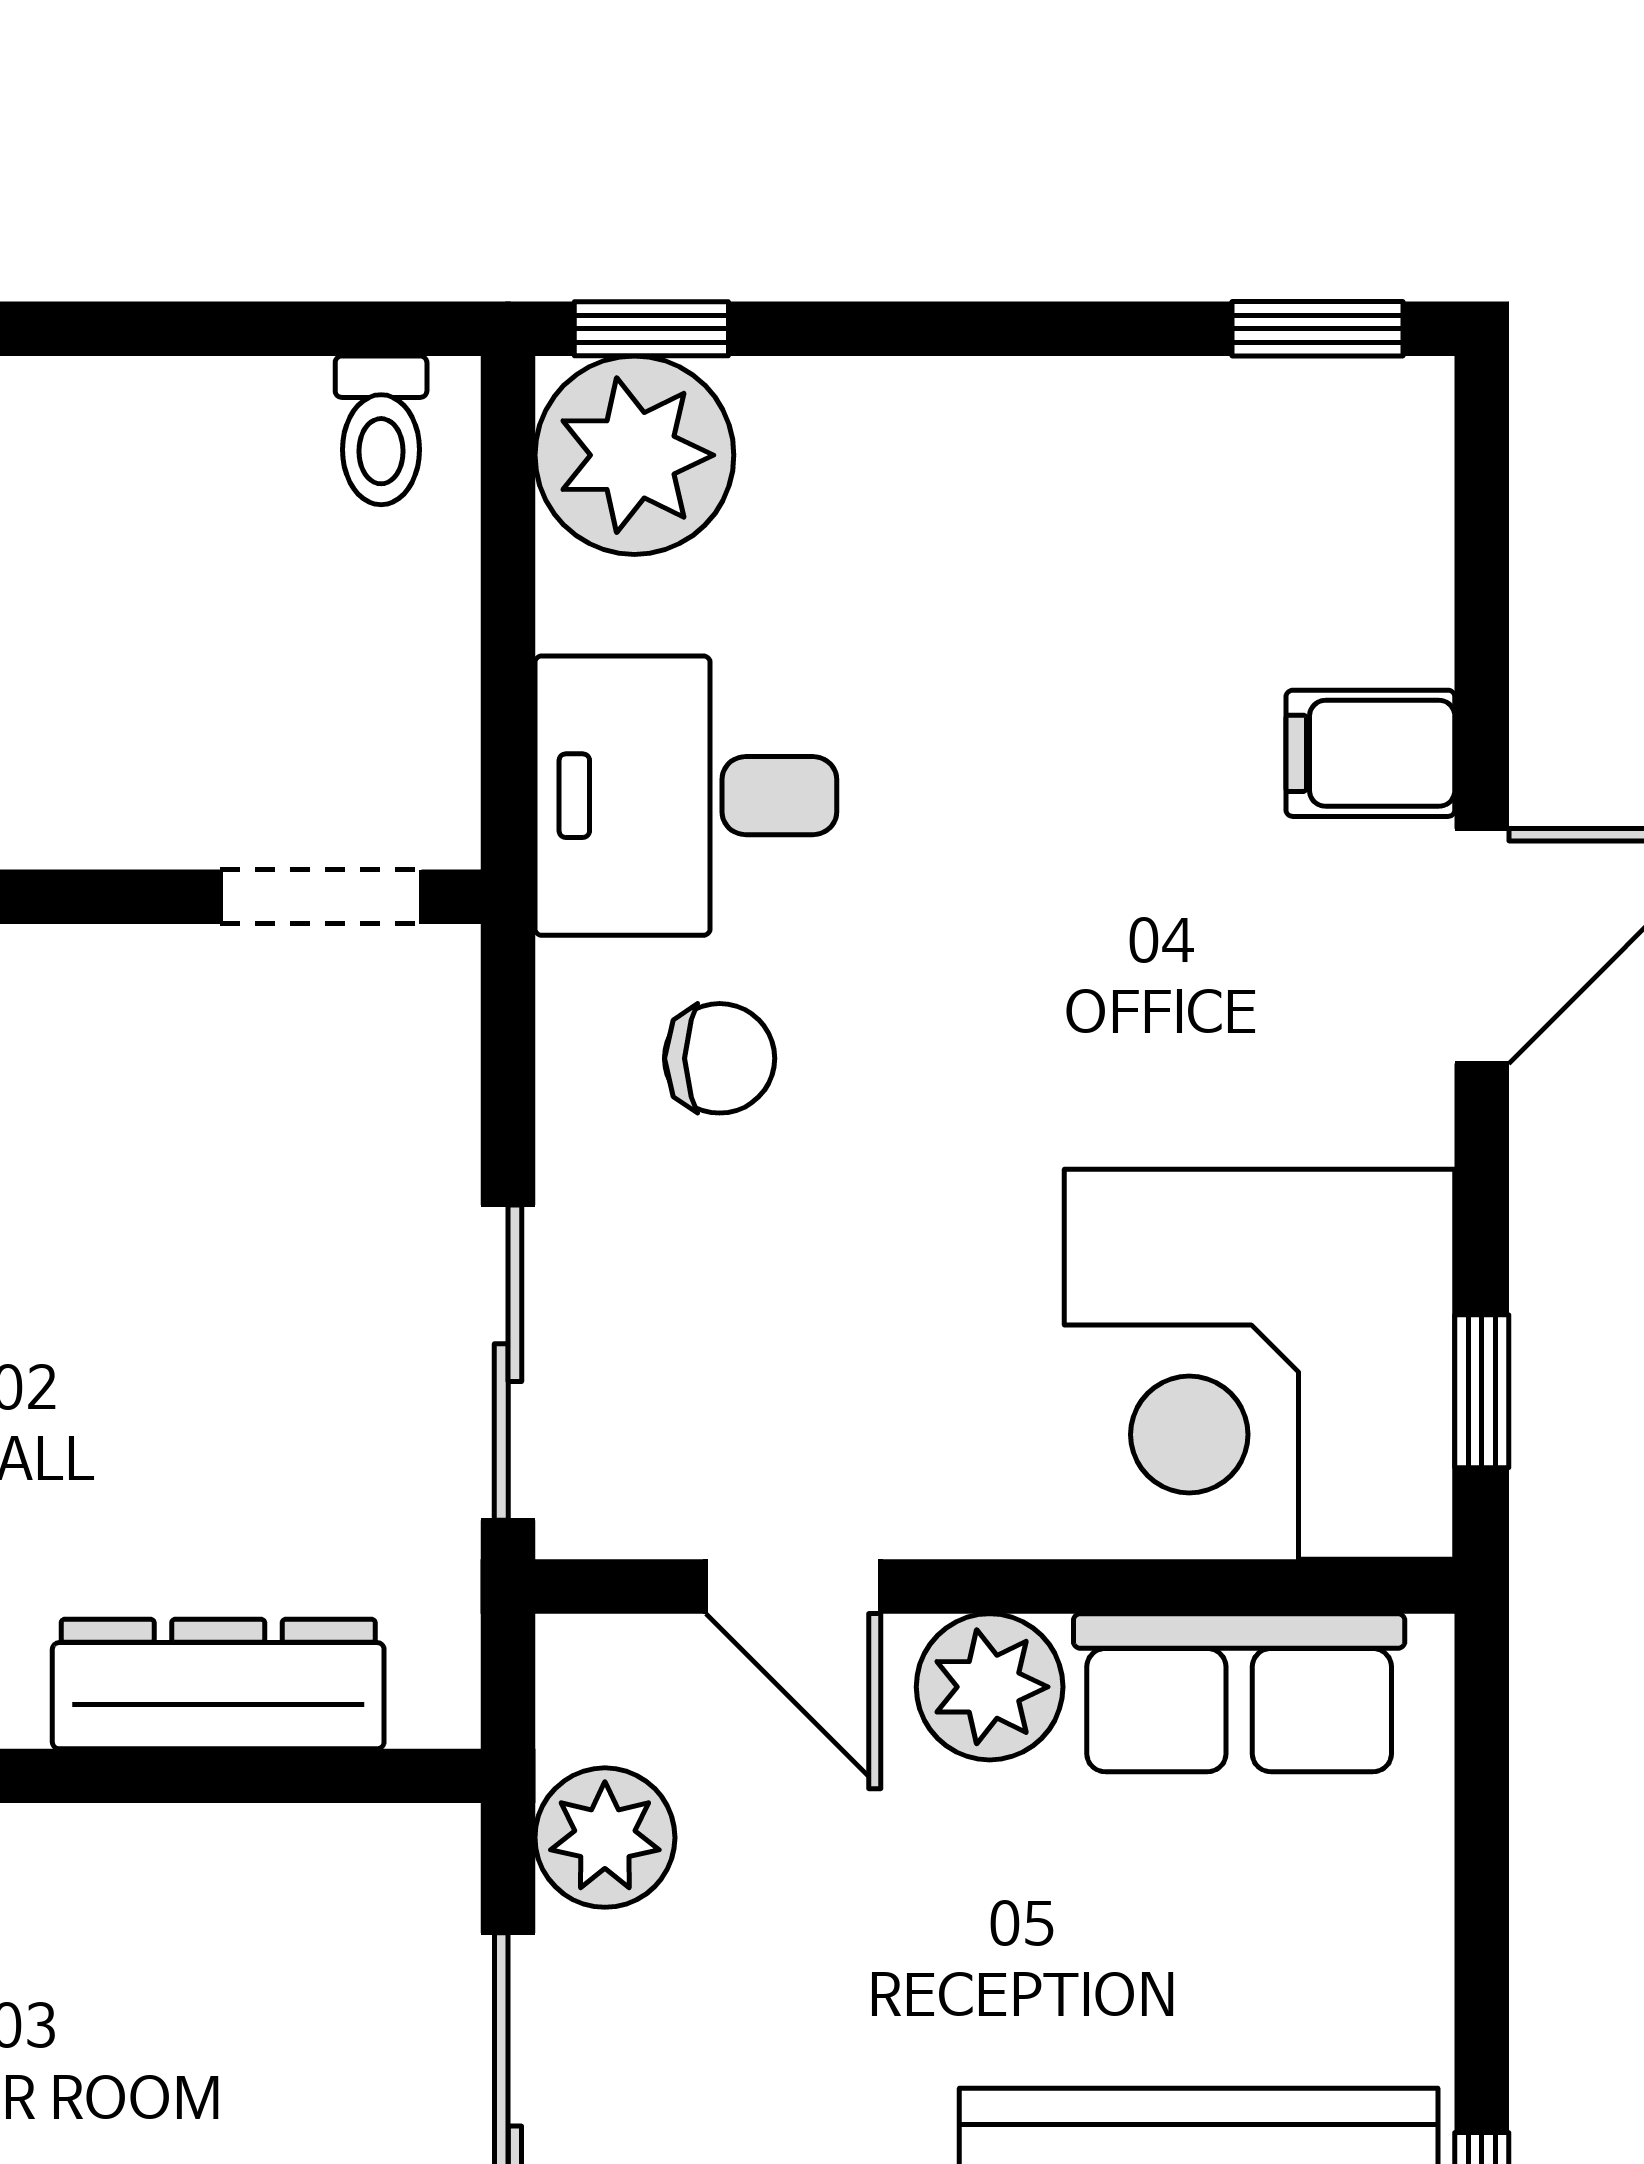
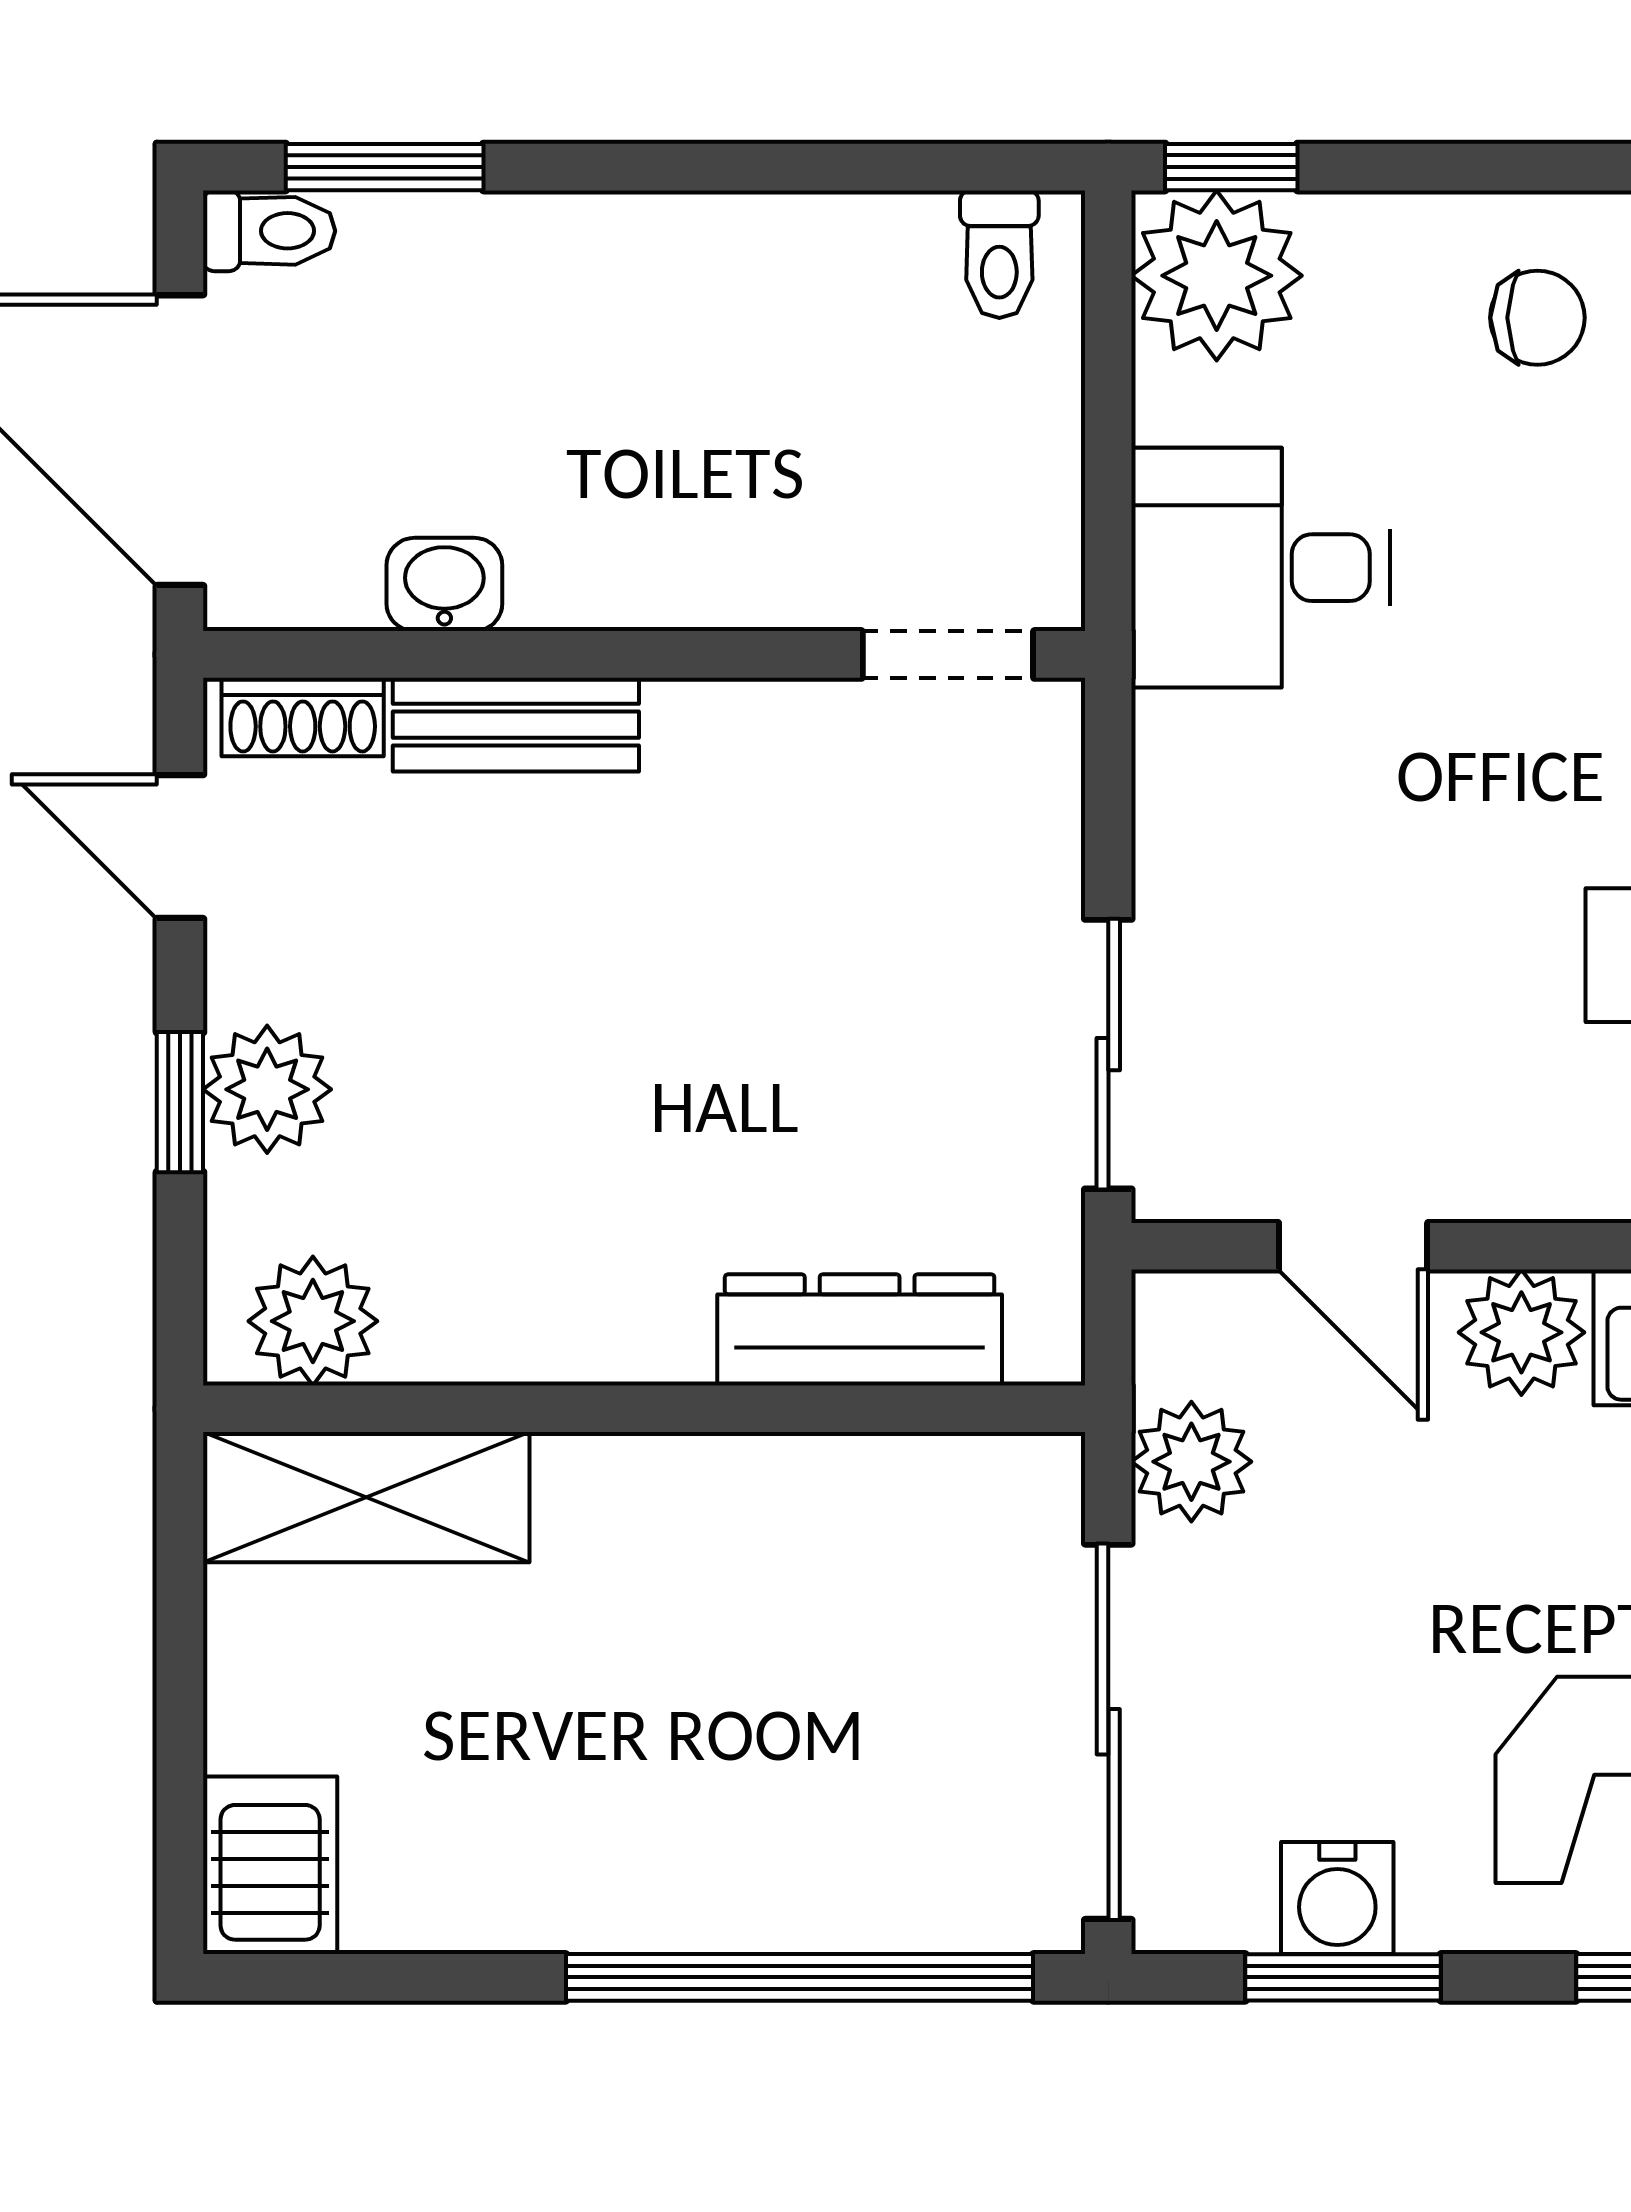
chair: (720, 1058) -> (1537, 318), moved

